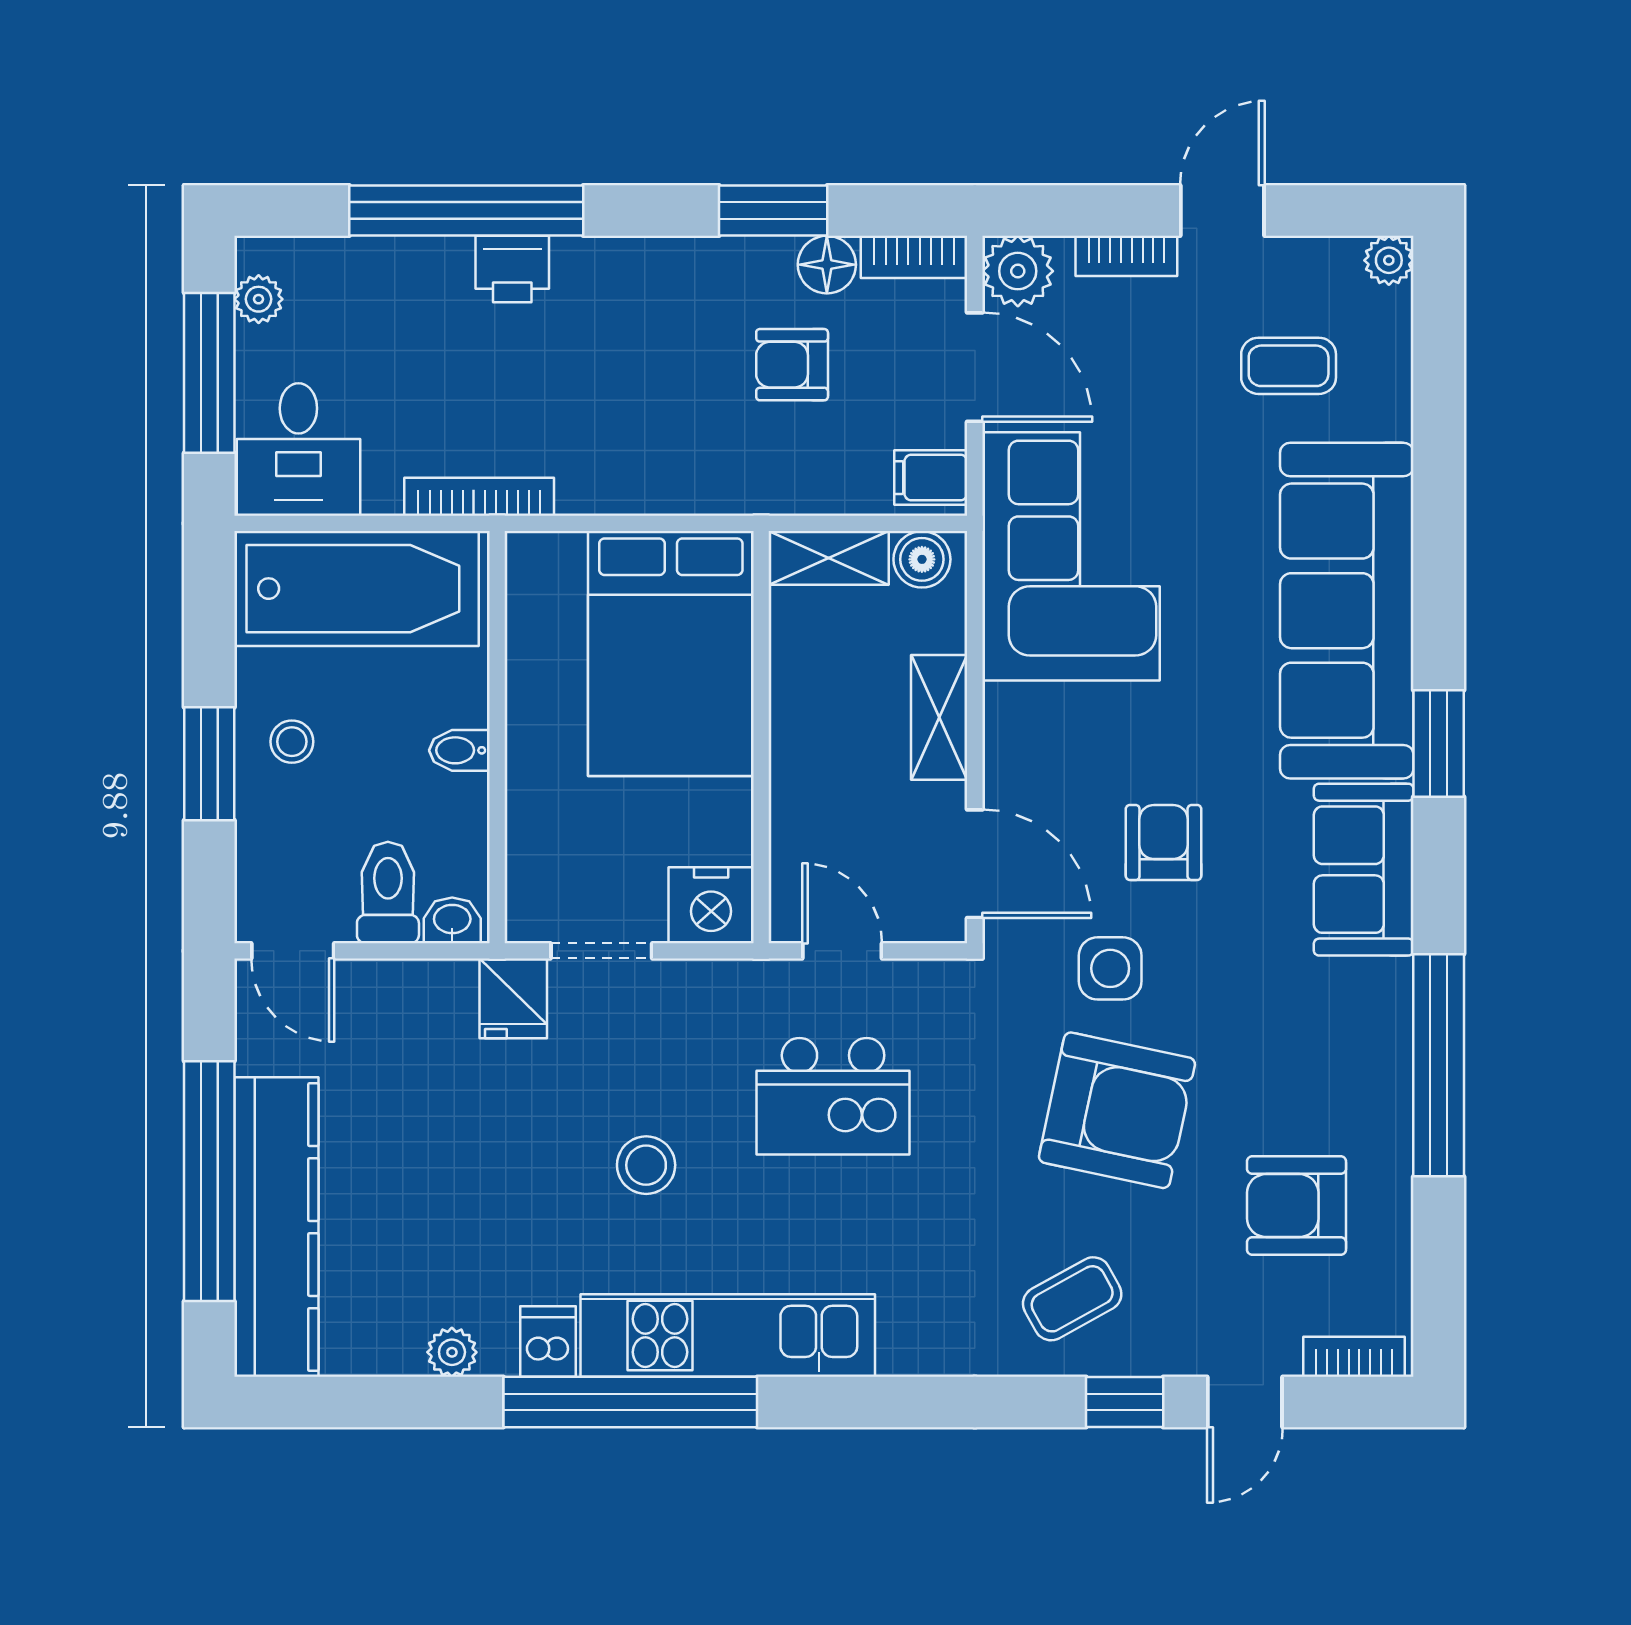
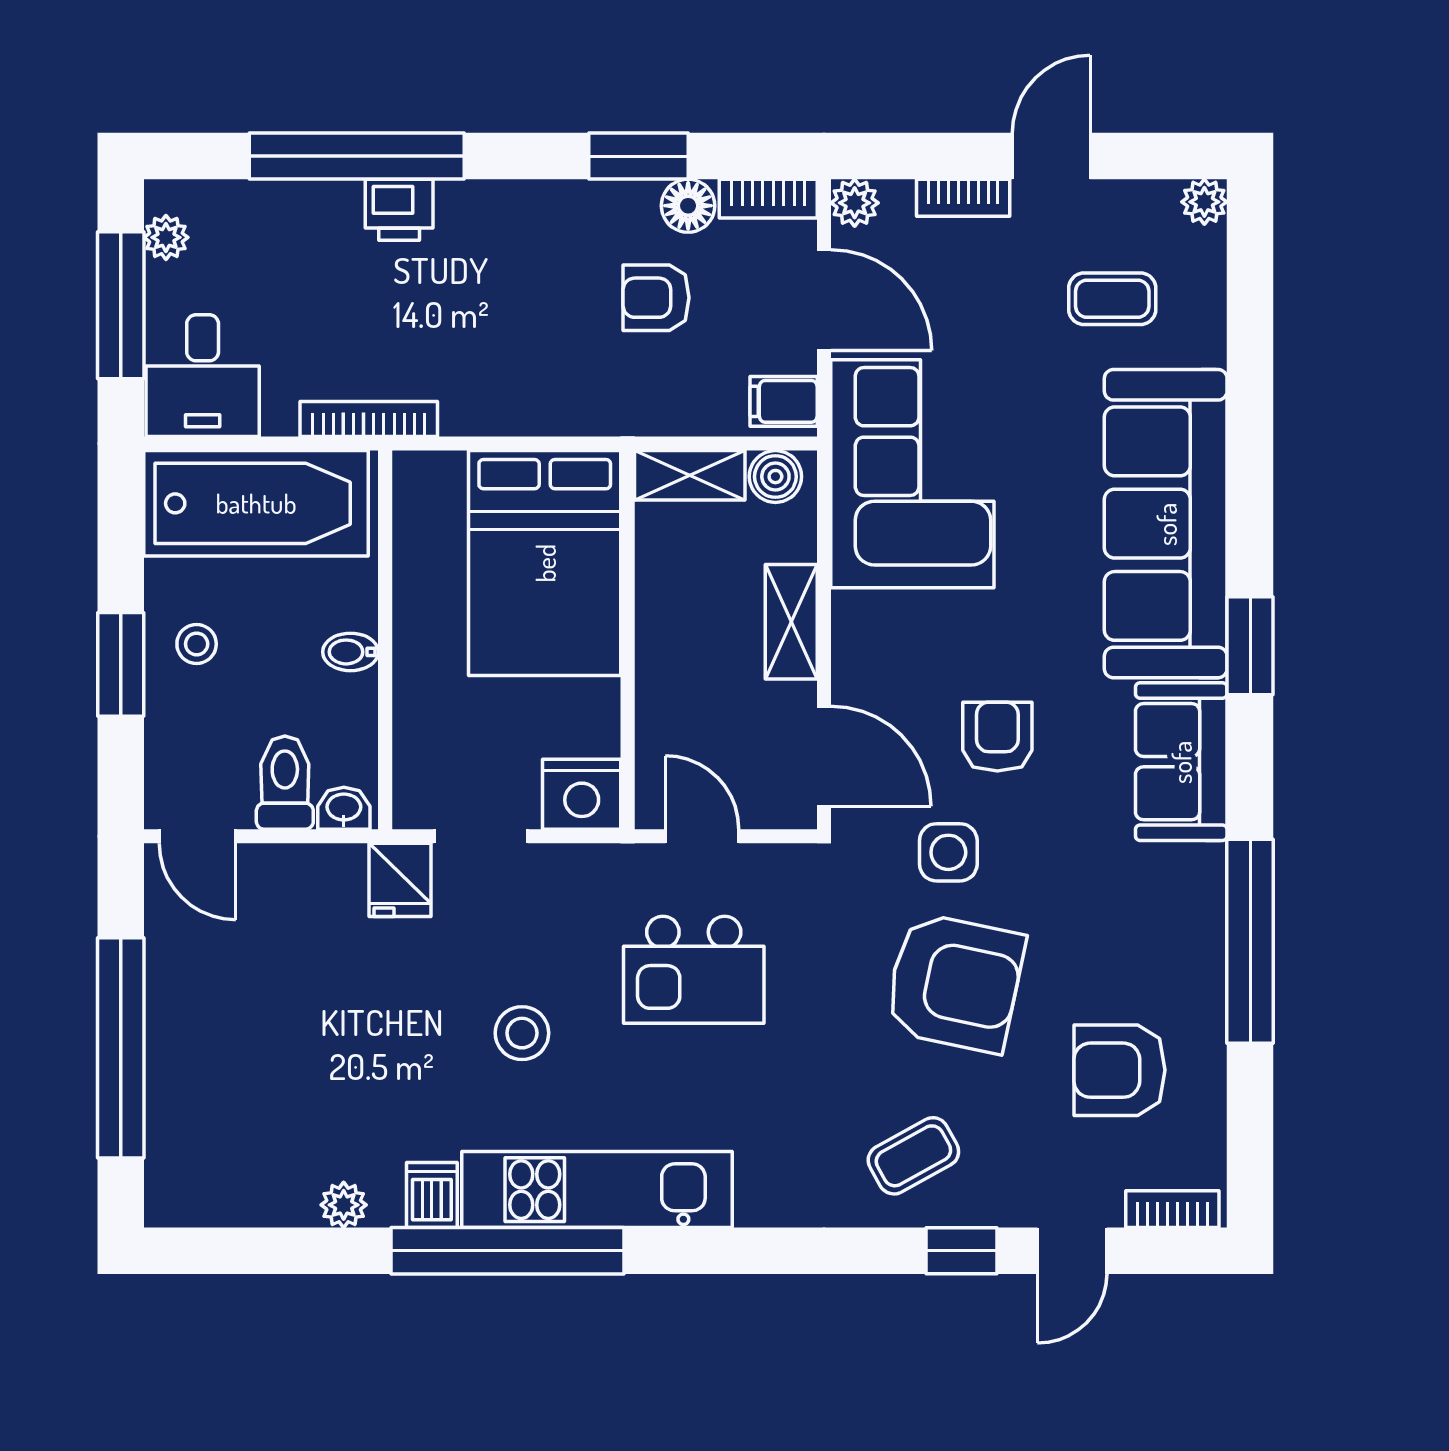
plant: (1018, 271) -> (855, 203), width x0.73, depth x0.73
kitchen counter: (276, 1227) -> (182, 1090), removed

